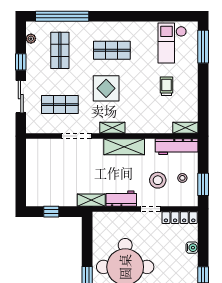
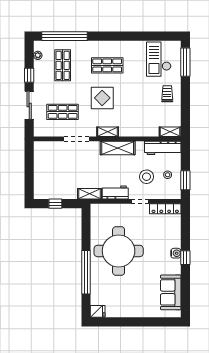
trolley: (167, 86) -> (167, 94), moved
water cooler: (192, 248) -> (176, 253), moved

